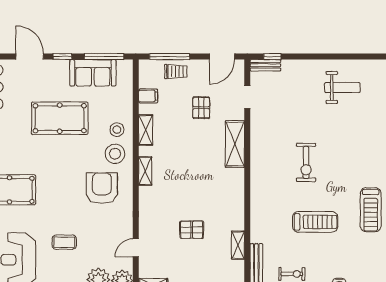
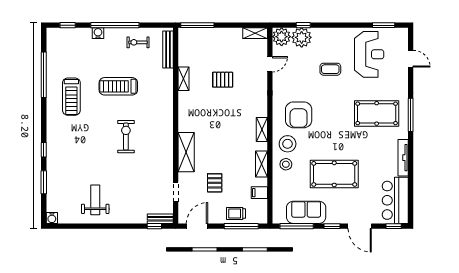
weight bench: (342, 88) -> (95, 200), turned 90
treadmill: (371, 210) -> (71, 97), turned 180
shelving: (238, 245) -> (184, 79), moved

